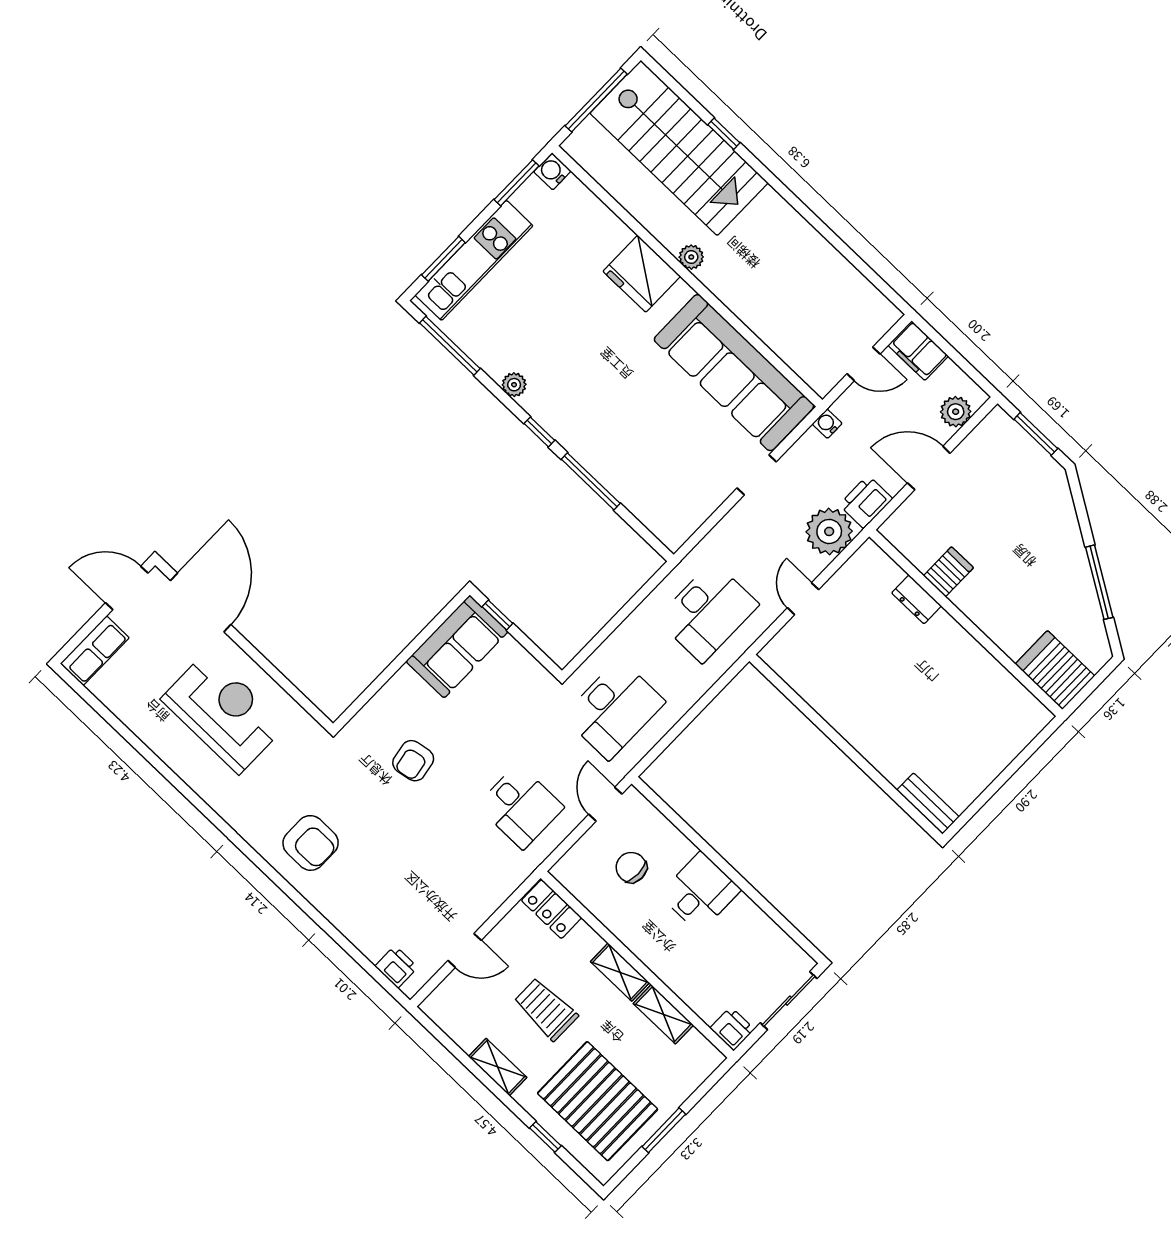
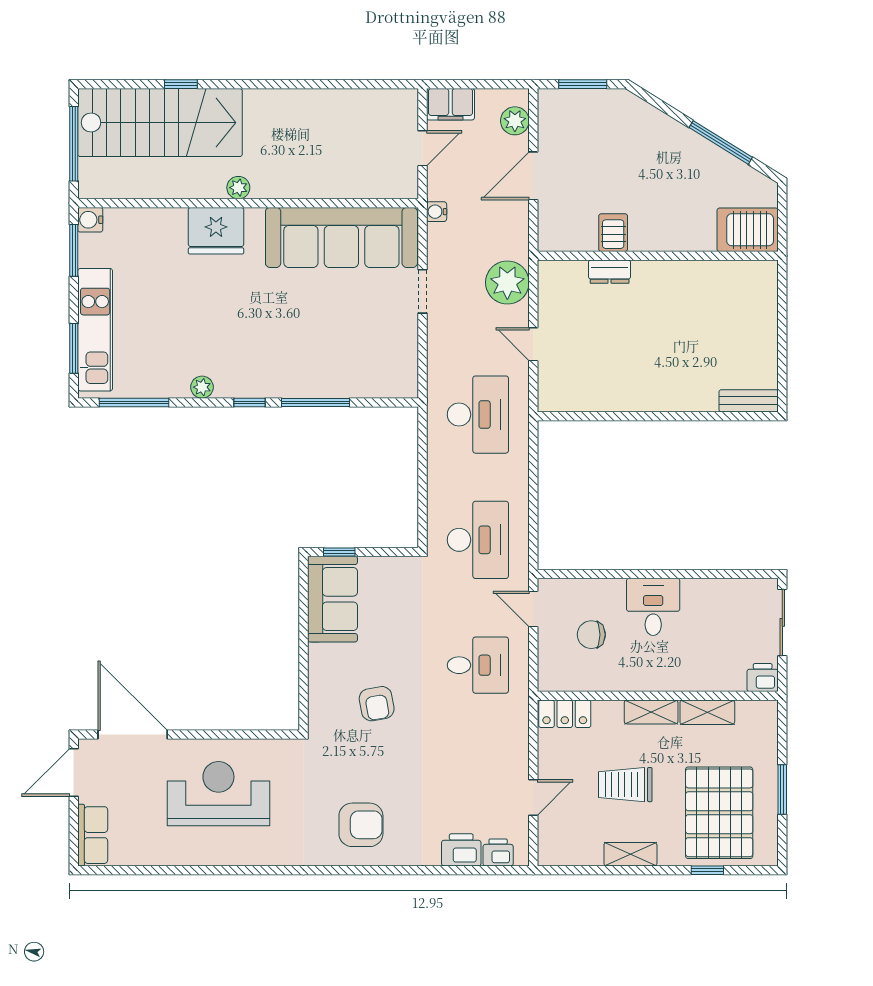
printer: (866, 502) -> (461, 850), moved, turned 90
pallet: (598, 1101) -> (719, 813), turned 90

